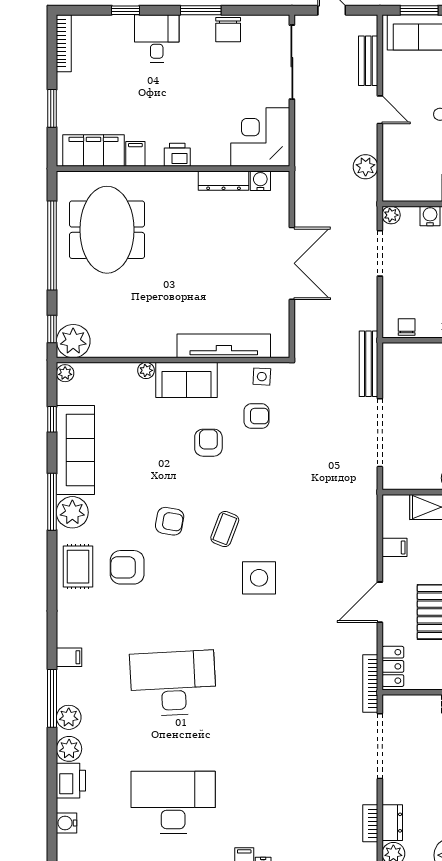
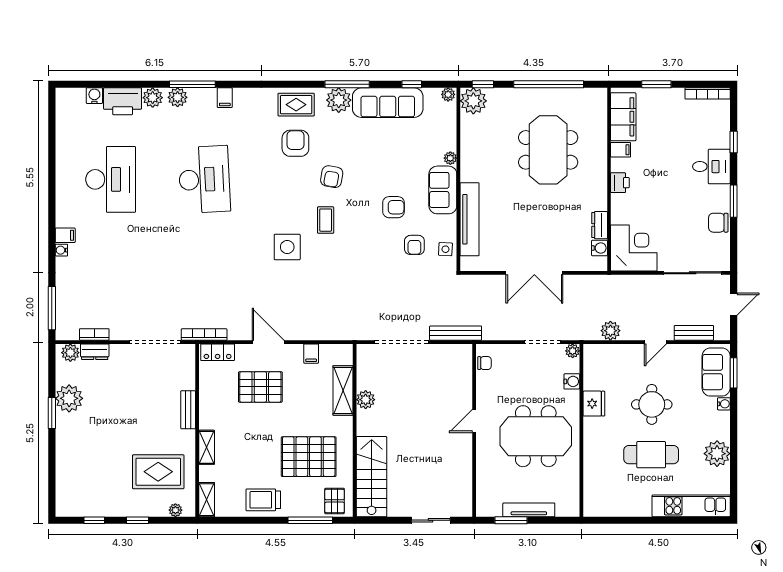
dresser: (224, 181) -> (600, 225), width x0.70
meeting table: (107, 230) -> (548, 150), moved, turned 90
coffee table: (225, 529) -> (326, 220), turned 69
printer: (71, 781) -> (123, 101), width x1.37, depth x1.19

